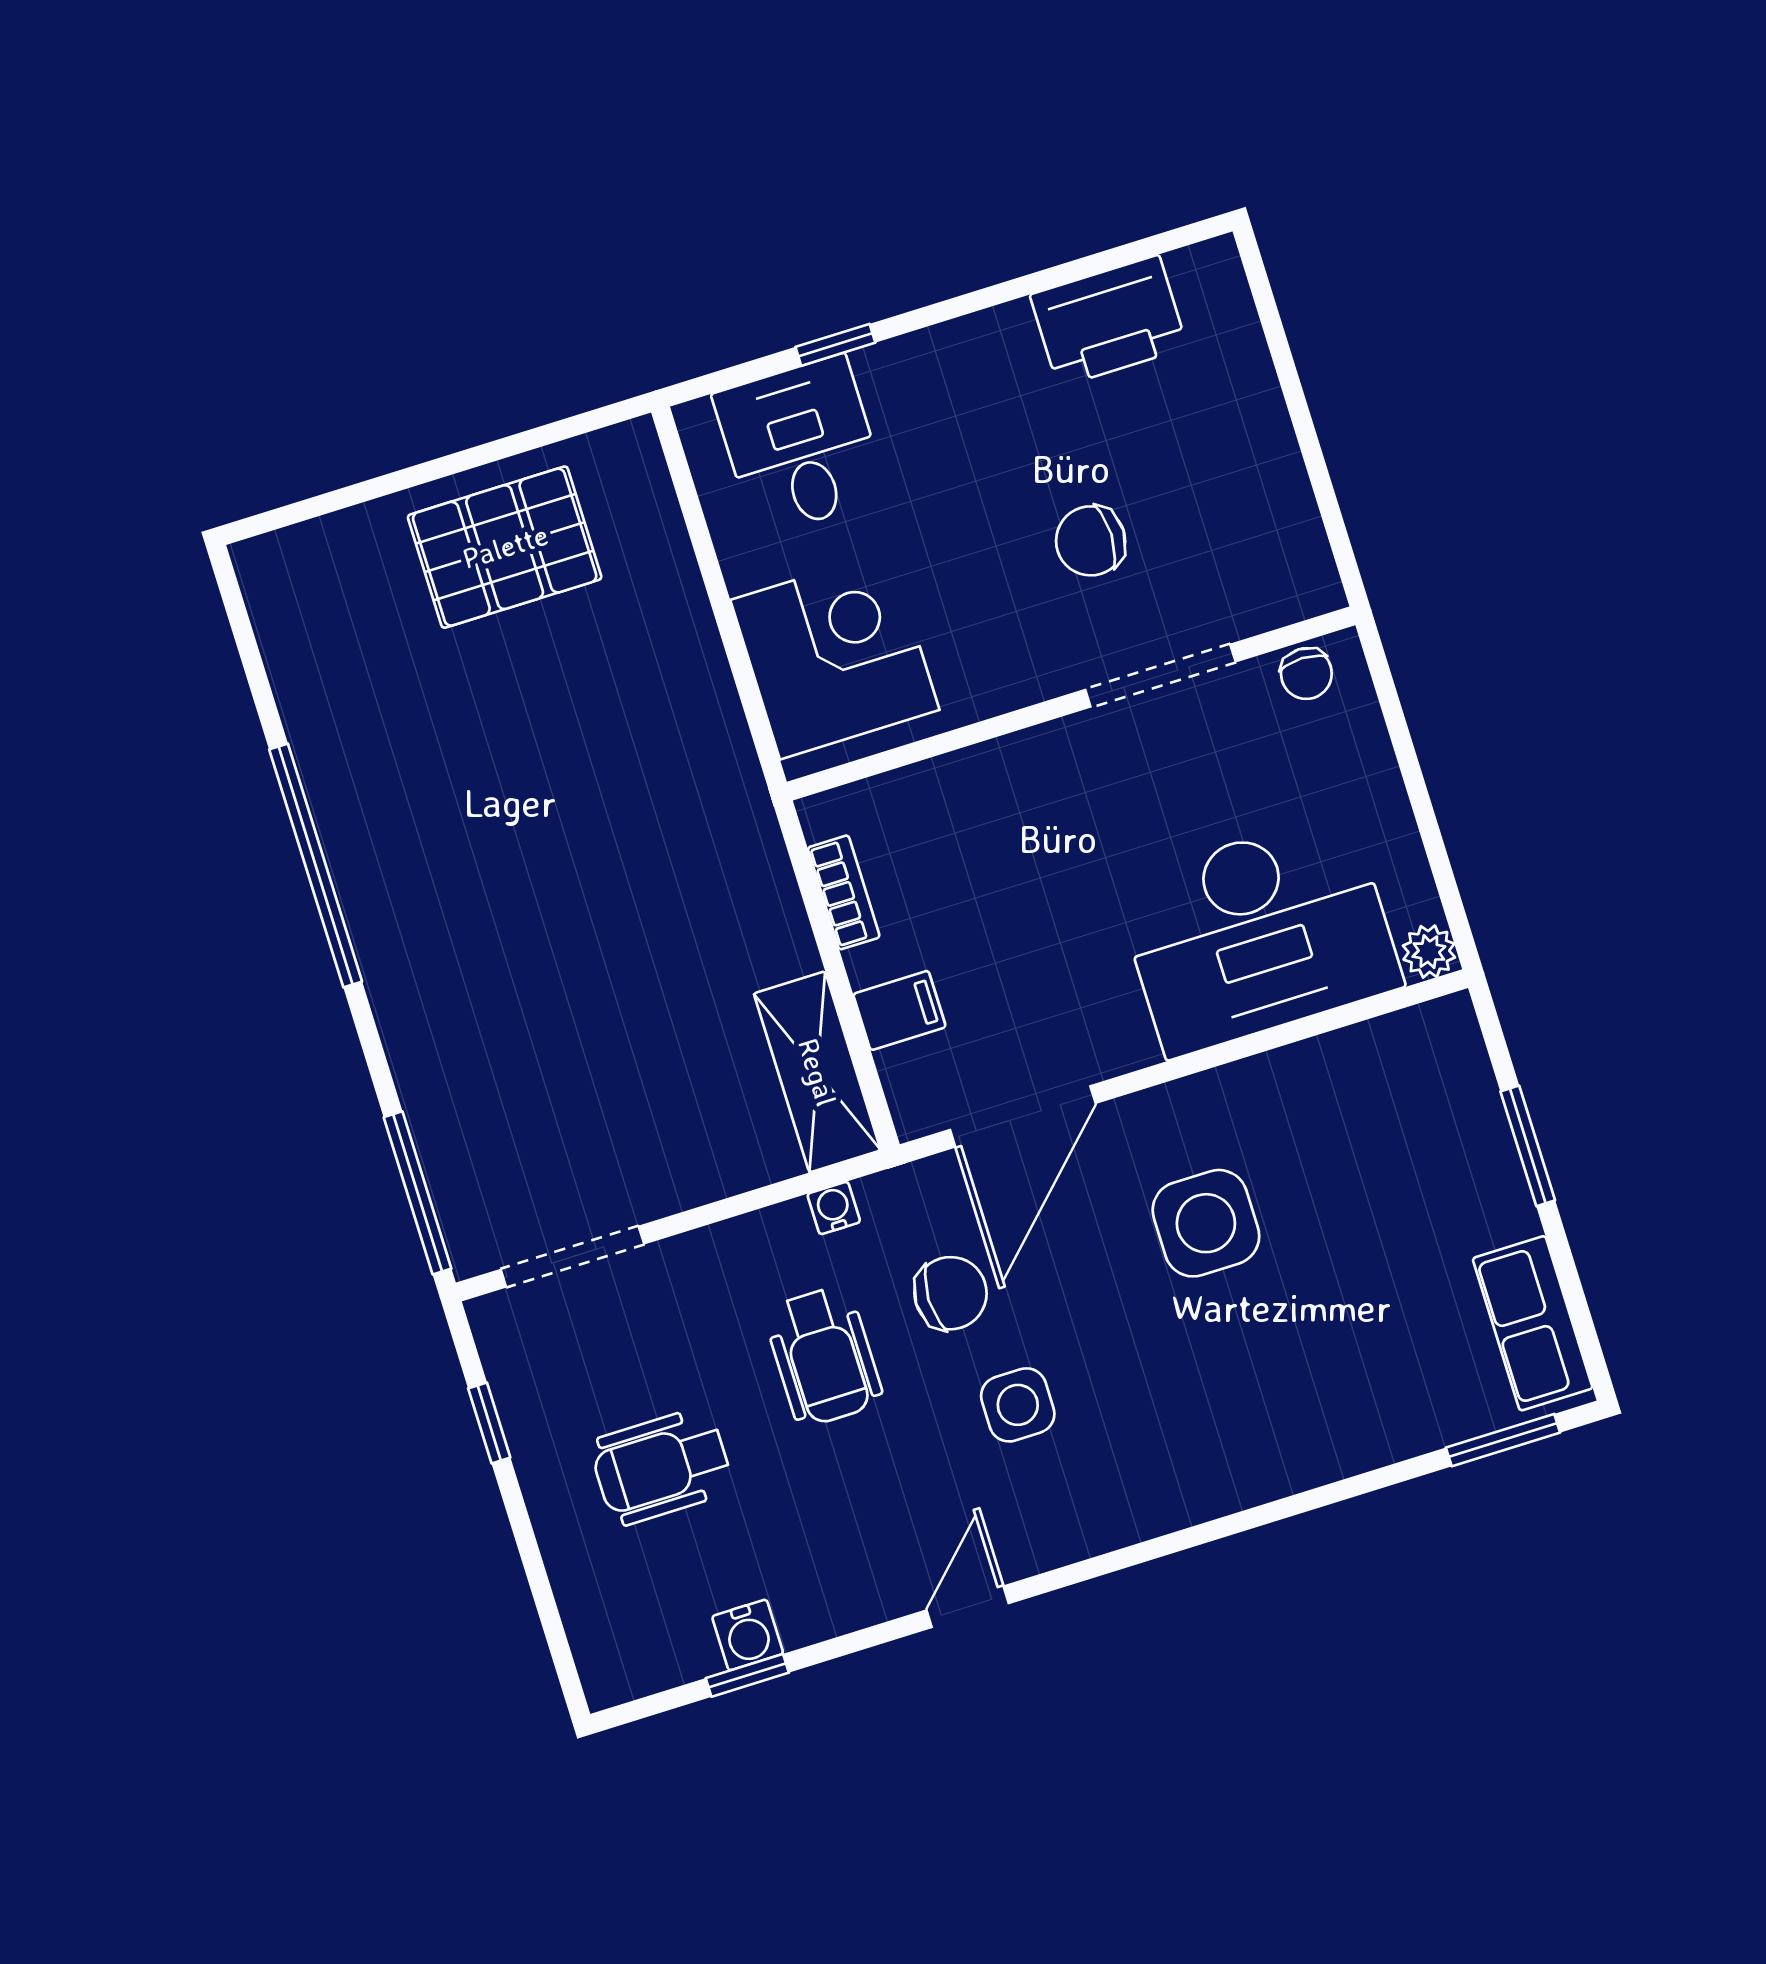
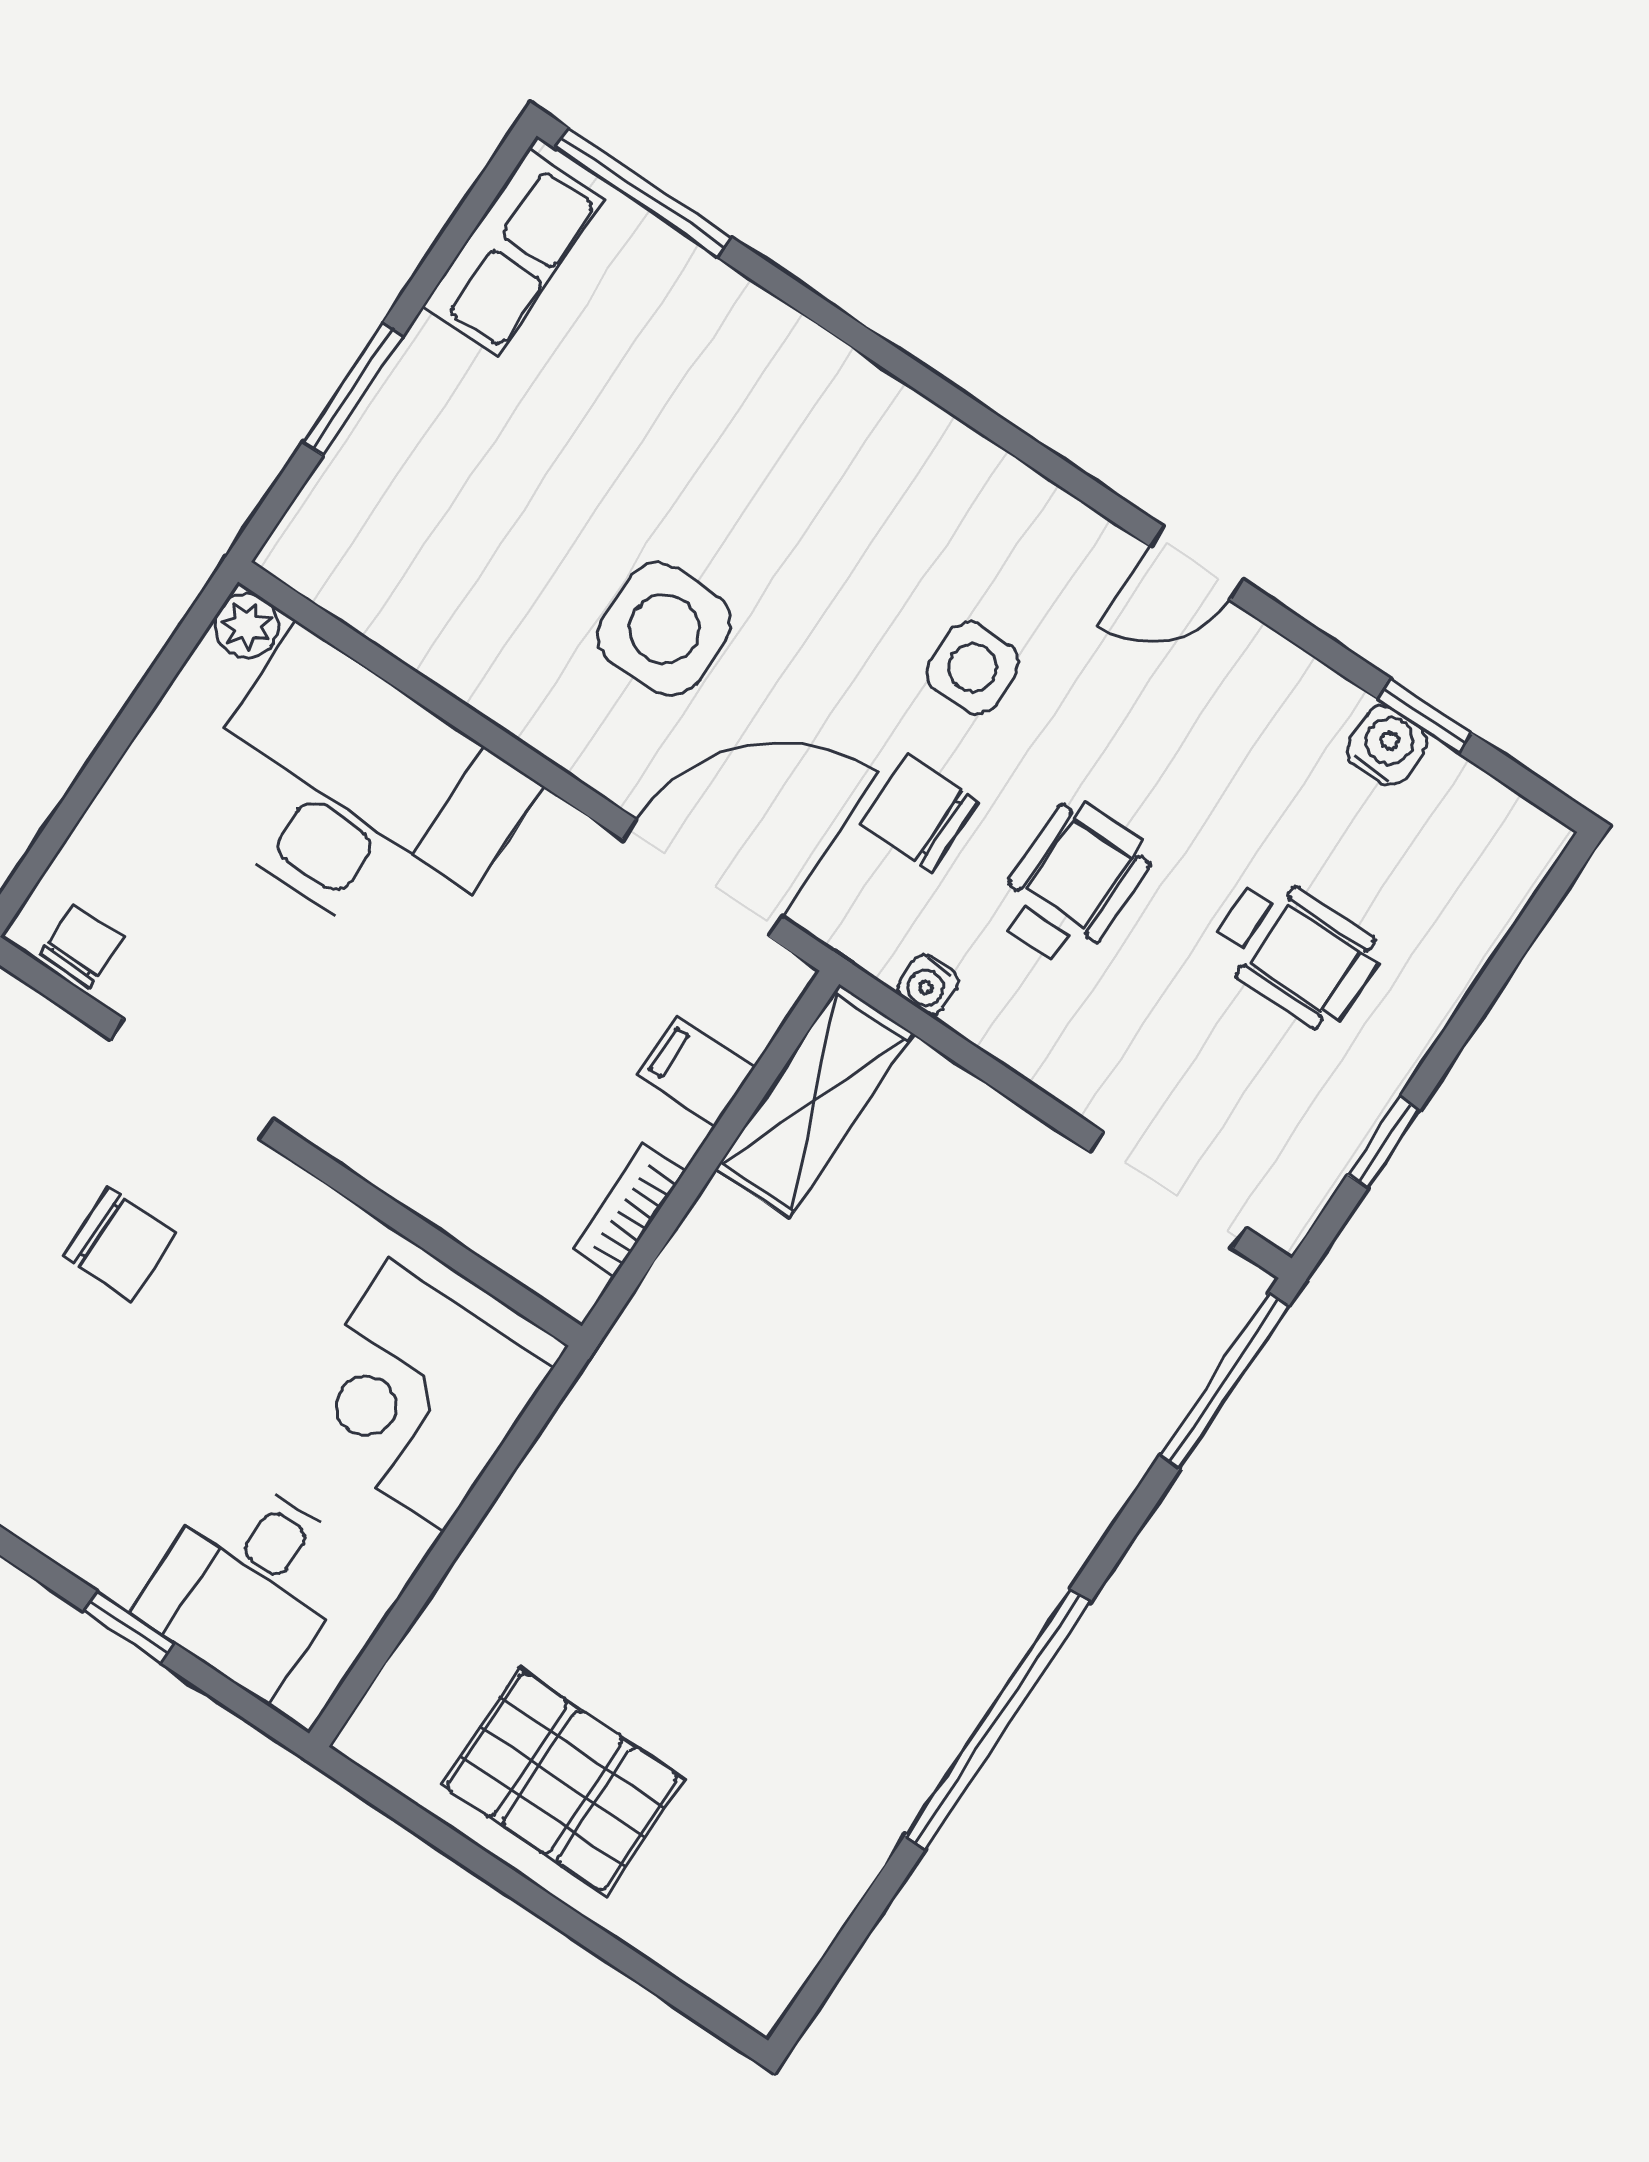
window: (1503, 1440) -> (643, 193), width x1.44

